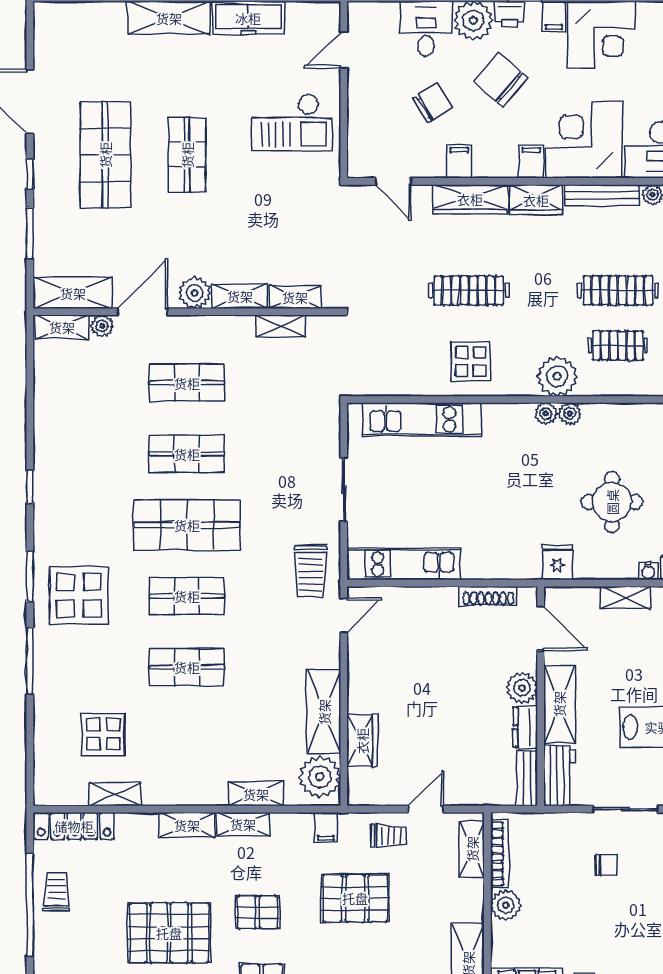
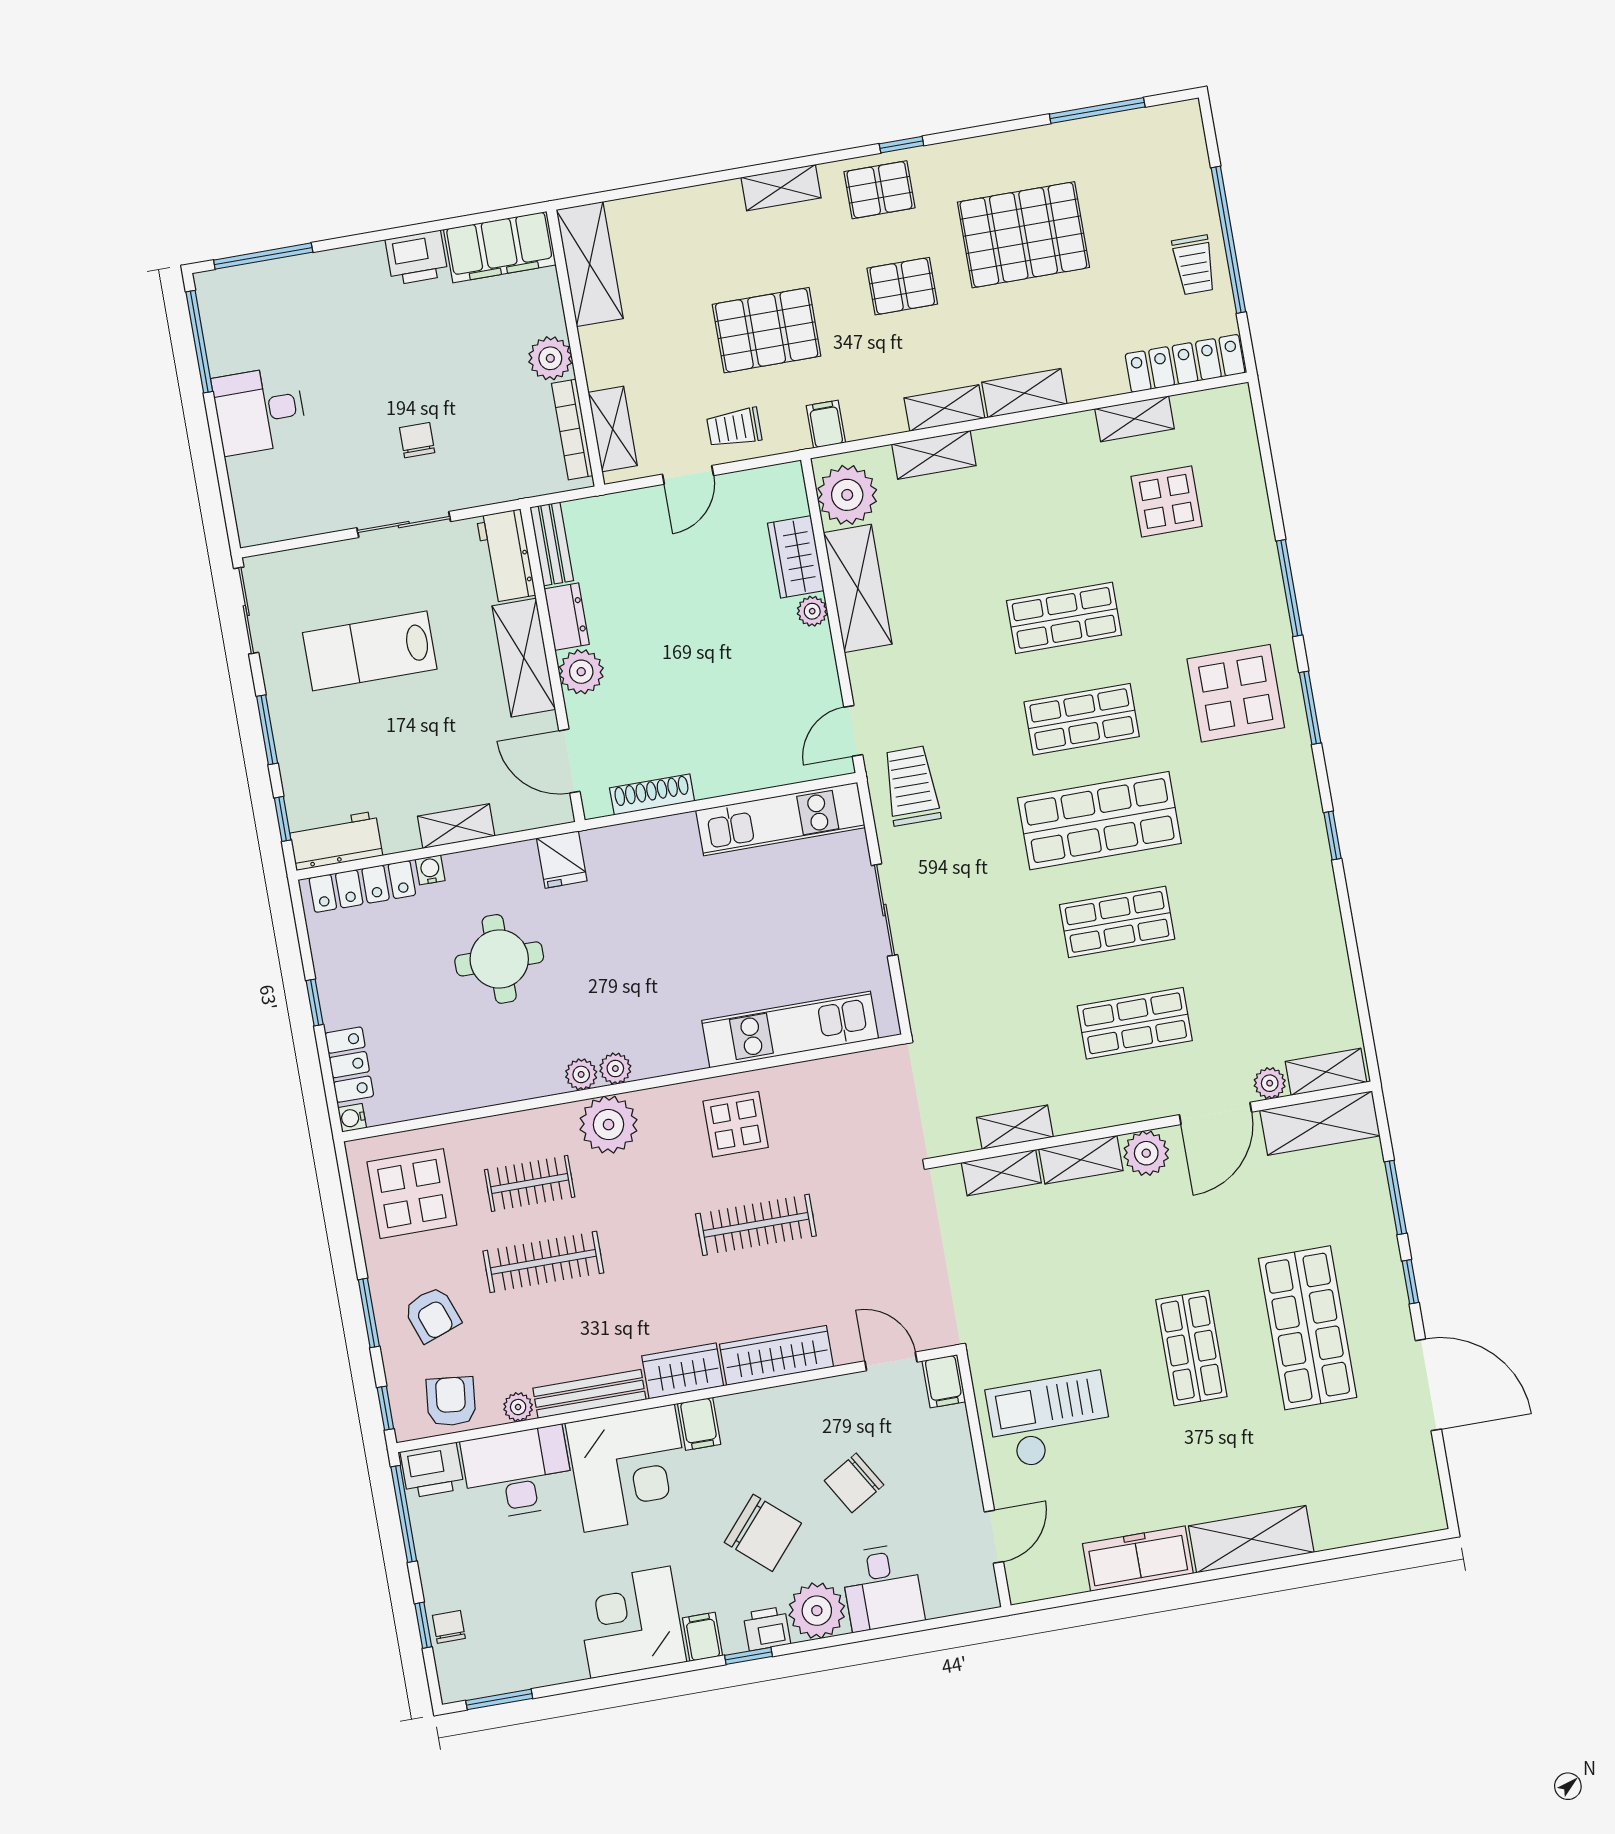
filing cabinet: (459, 162) -> (944, 1381), moved
plant: (357, 702) -> (812, 611), added
chair: (606, 865) -> (417, 440), turned 90

